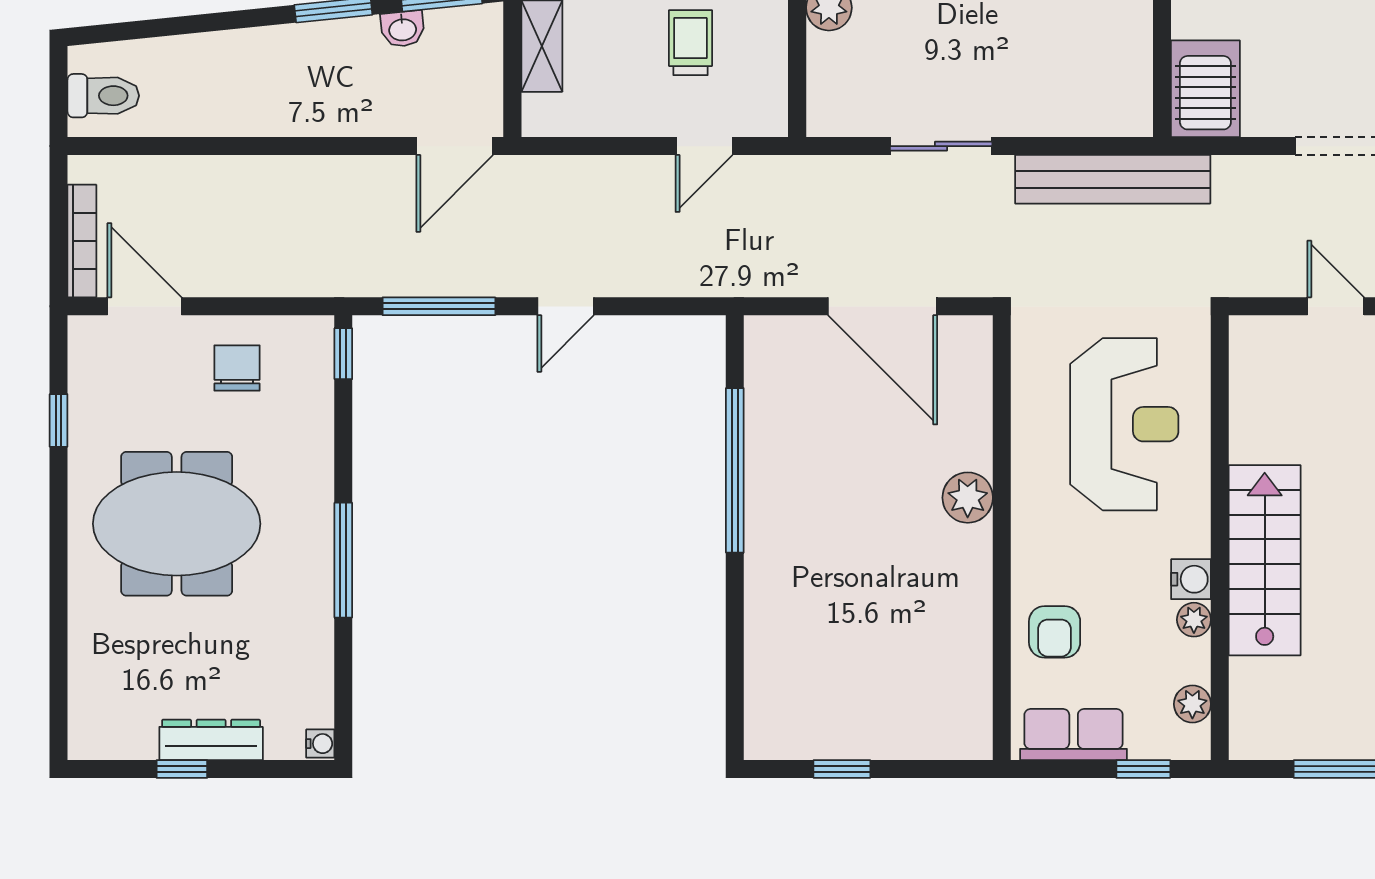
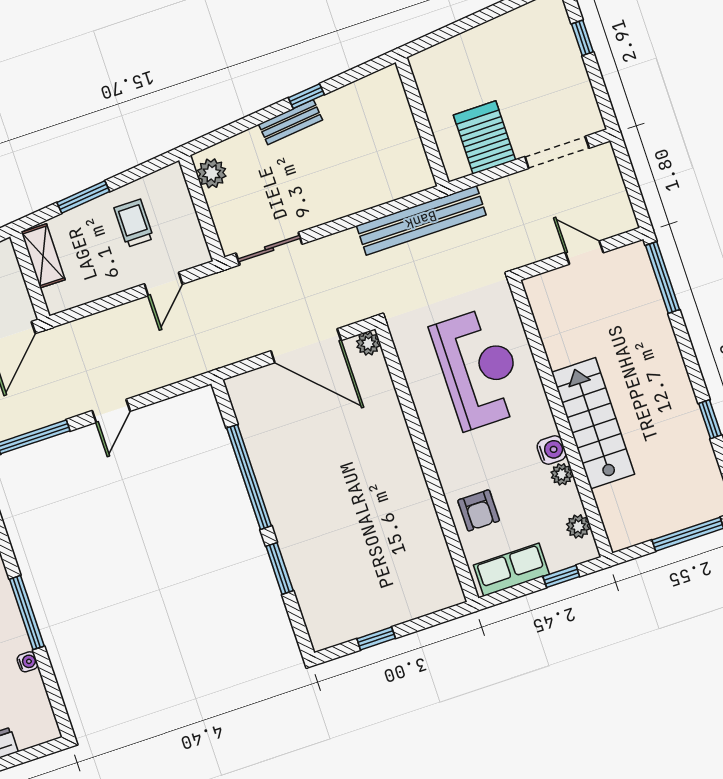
server rack: (1205, 89) -> (484, 137), moved
sliding door: (941, 146) -> (269, 249), moved
plant: (968, 498) -> (368, 344), moved, width x0.73, depth x0.73
window: (735, 619) -> (280, 568), added
water cooler: (320, 744) -> (28, 662), moved

